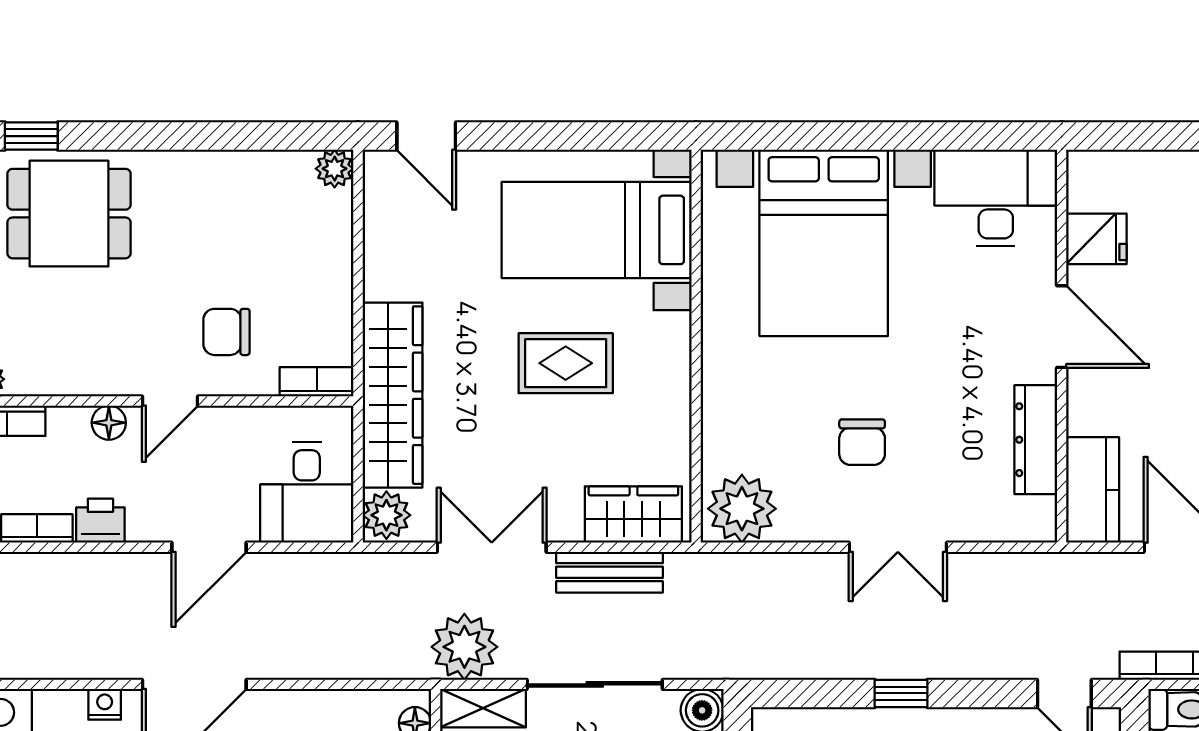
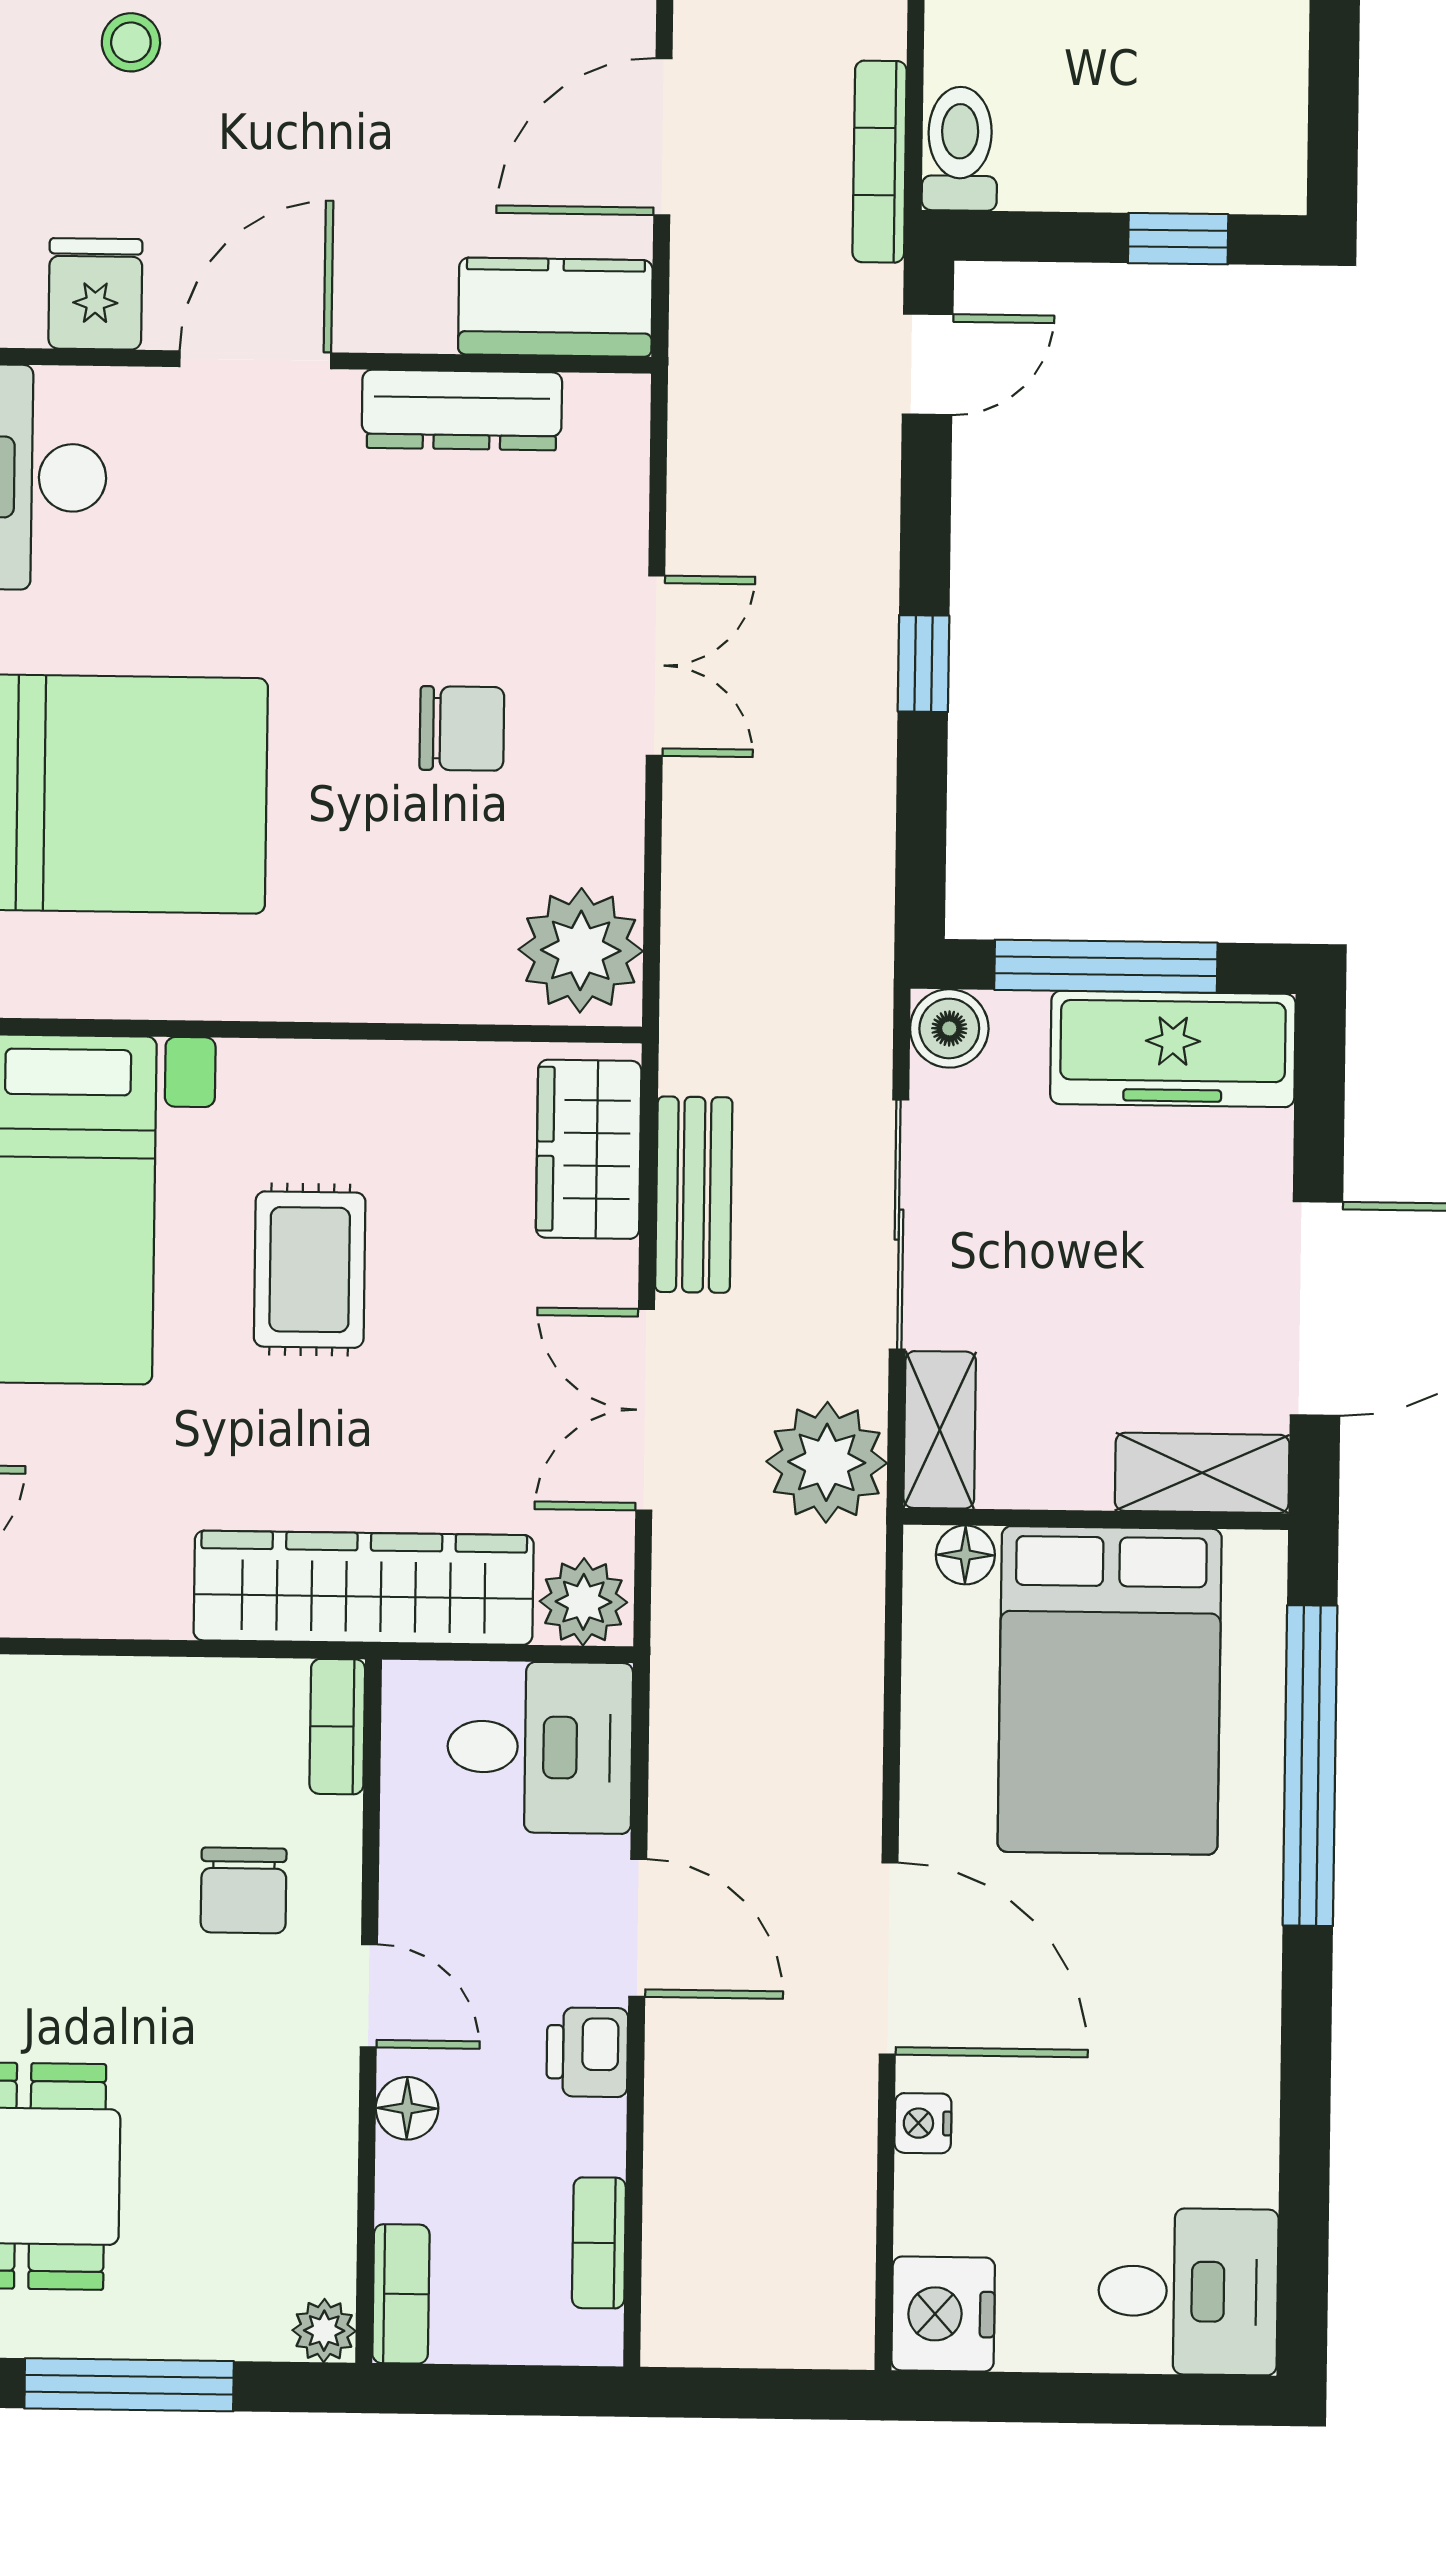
printer: (100, 521) -> (587, 2052), moved

